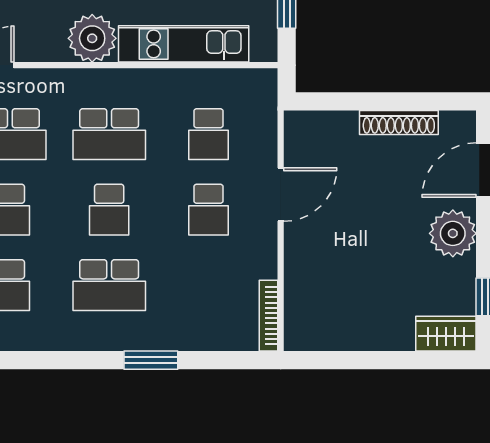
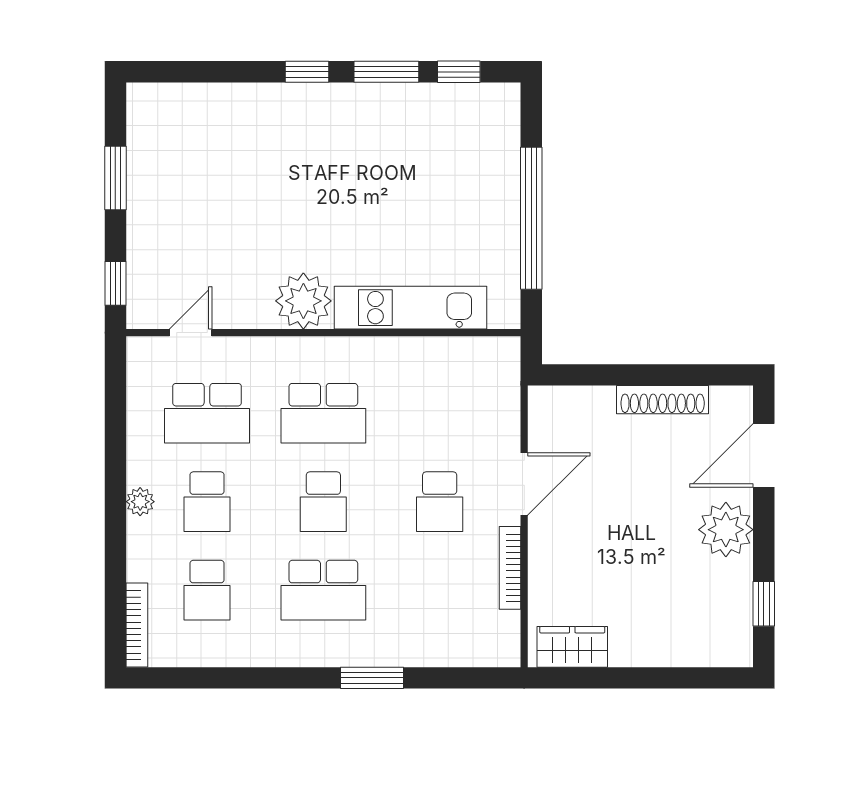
school desk: (208, 134) -> (440, 413), removed
bookcase: (269, 316) -> (510, 568), moved
wardrobe: (446, 334) -> (572, 647), moved

